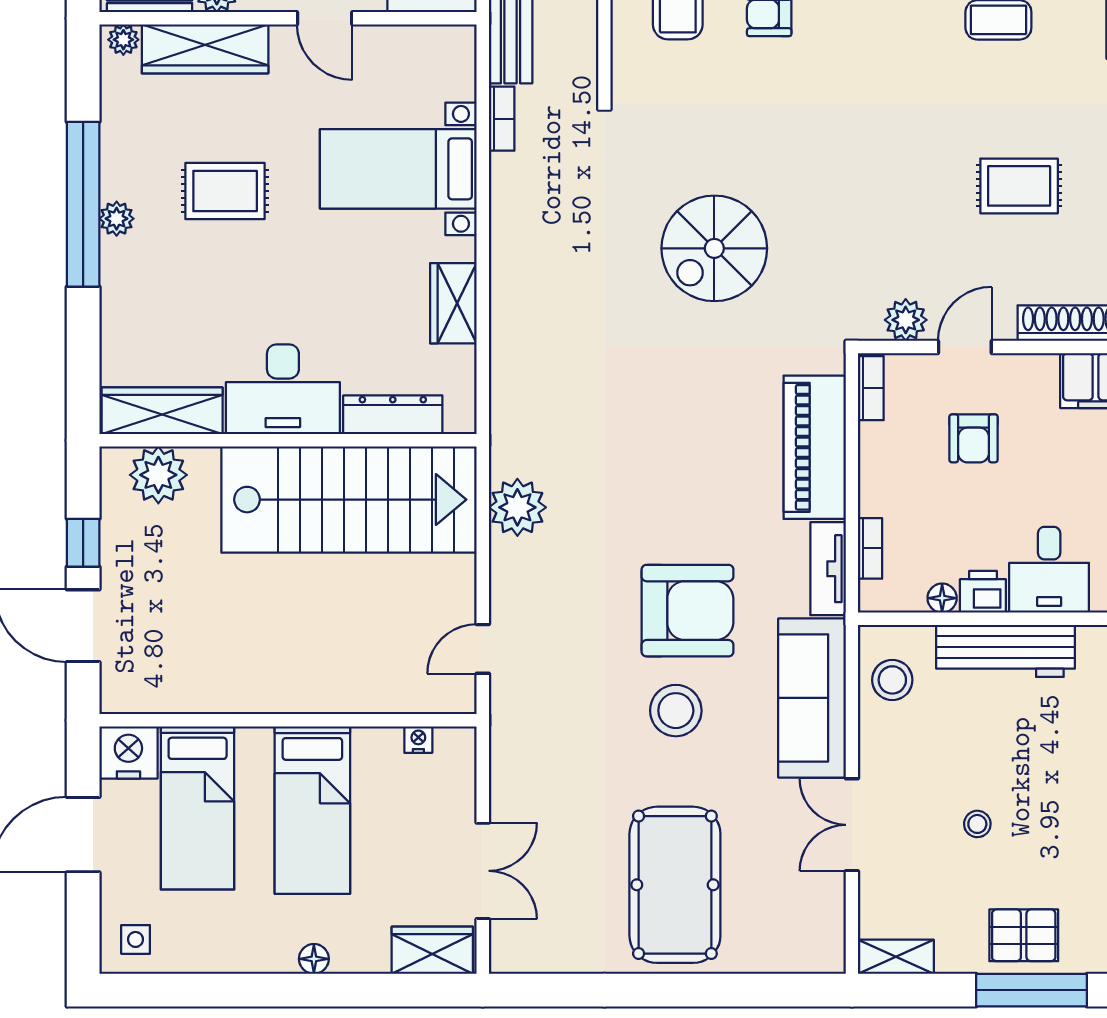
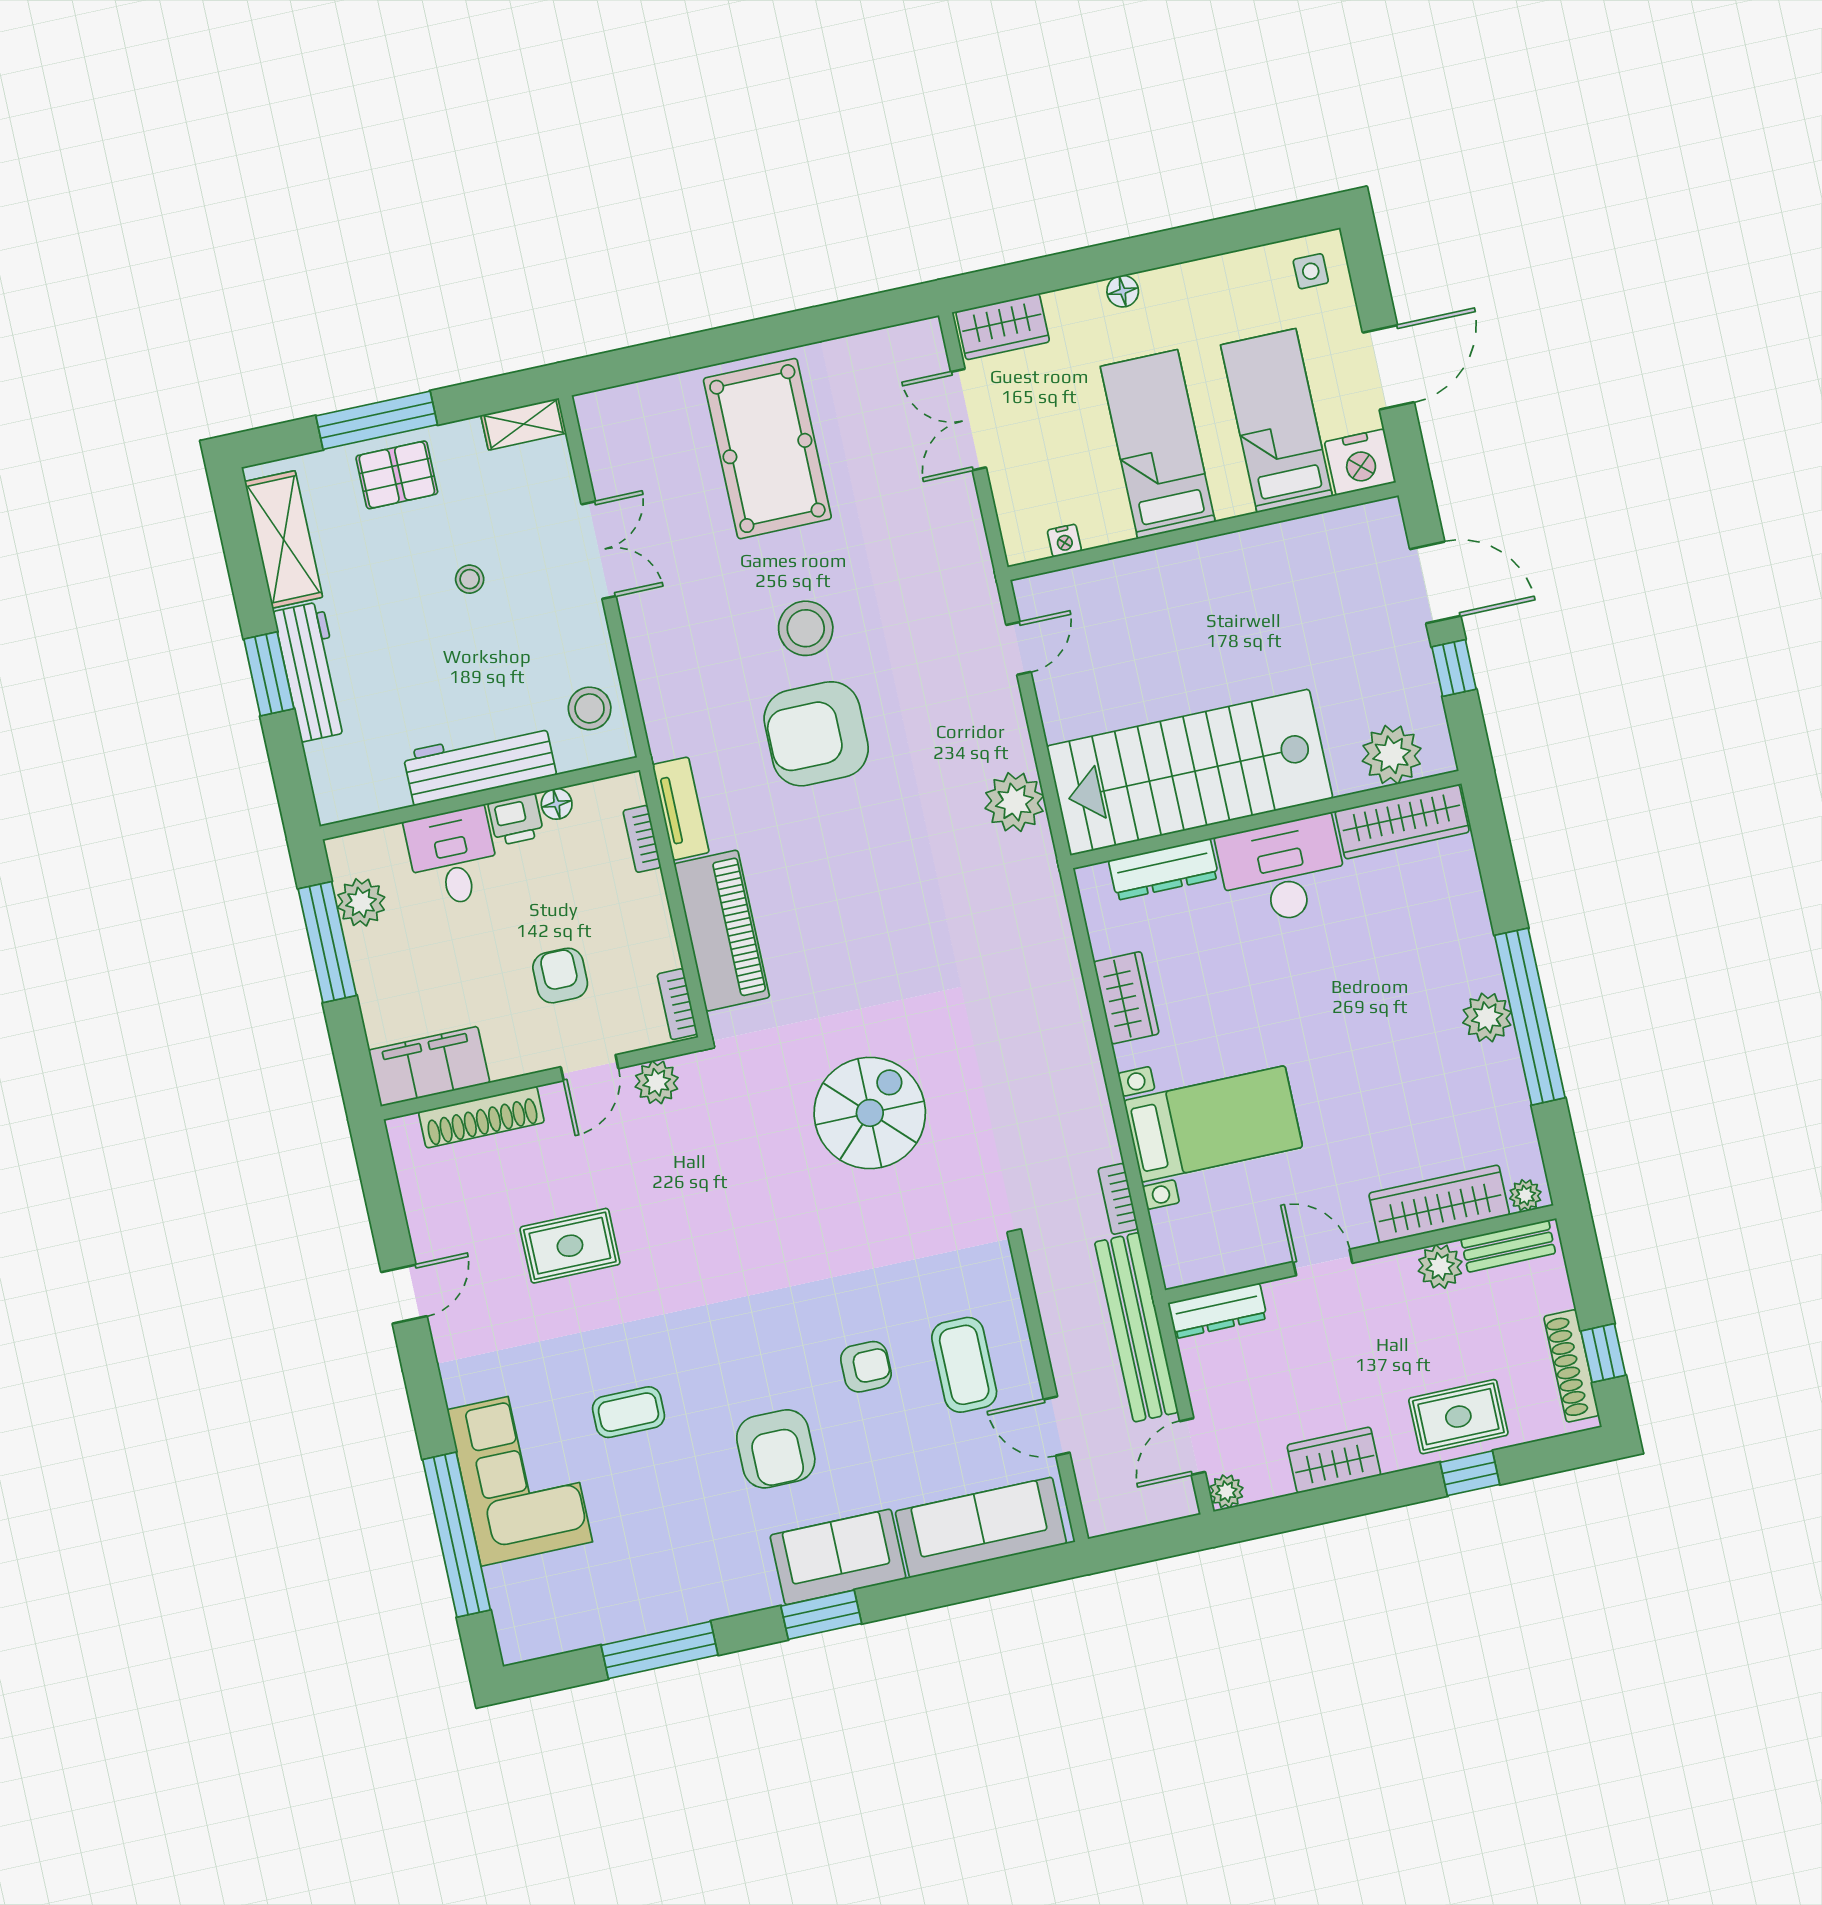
rug: (225, 191) -> (1387, 1062), removed
plant: (117, 219) -> (1487, 1017), width x1.38, depth x1.38
sofa: (812, 698) -> (668, 672), removed

